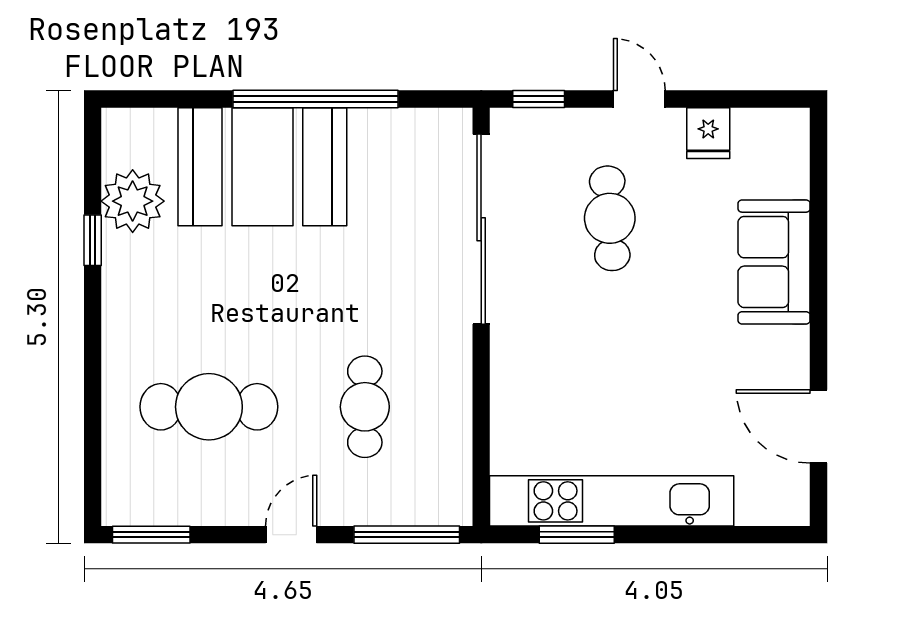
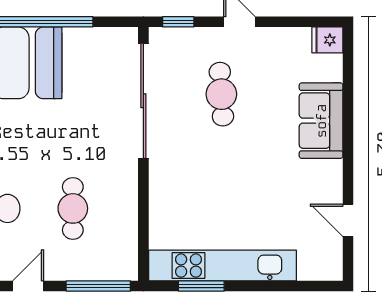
fridge: (708, 133) -> (327, 40), moved, turned 90
door: (819, 426) -> (348, 220), width x0.73

